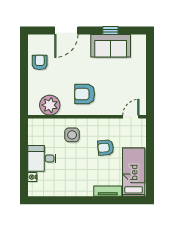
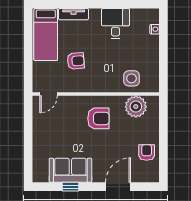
armchair: (40, 62) -> (147, 152), turned 180
side table: (72, 135) -> (132, 78), moved
desk: (42, 158) -> (115, 23), moved, turned -90

